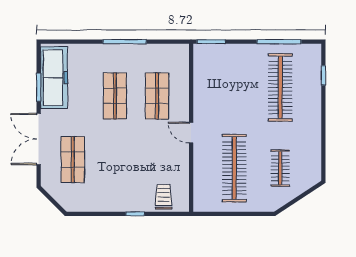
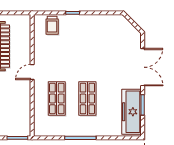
door: (191, 132) -> (32, 72), swing flipped
shop shelf: (73, 160) -> (118, 52), removed

